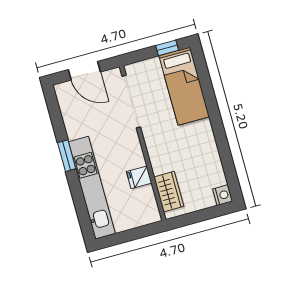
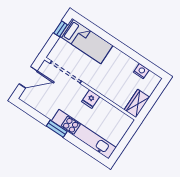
fridge: (139, 177) -> (91, 99), moved
wardrobe: (169, 192) -> (137, 104), moved, turned -90
nightstand: (223, 195) -> (141, 71), moved

